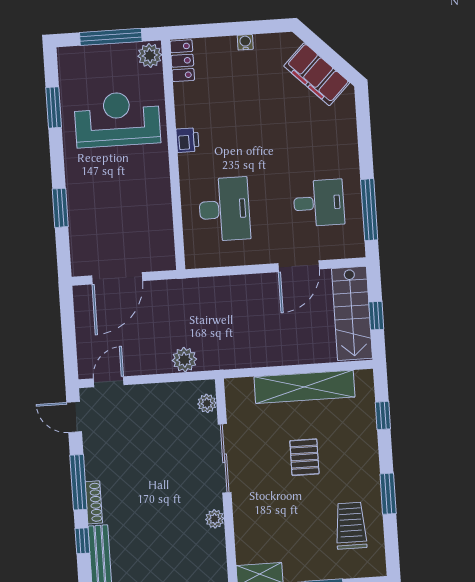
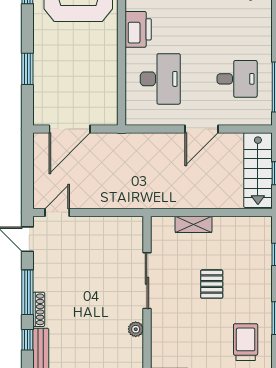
printer: (187, 140) -> (138, 29), width x1.87, depth x1.48
door: (299, 266) -> (202, 129), moved
plant: (184, 360) -> (120, 199), removed
shelving: (304, 387) -> (194, 224), width x0.45, depth x0.75
plant: (207, 403) -> (136, 235), removed

